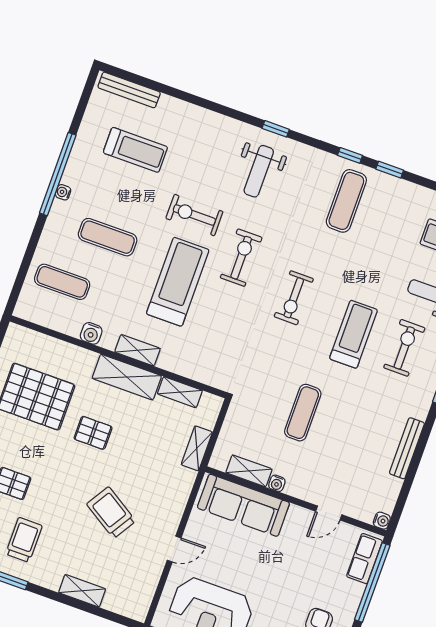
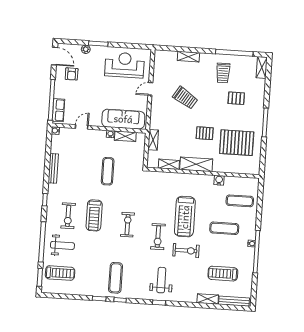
shelving: (138, 350) -> (208, 299), moved

